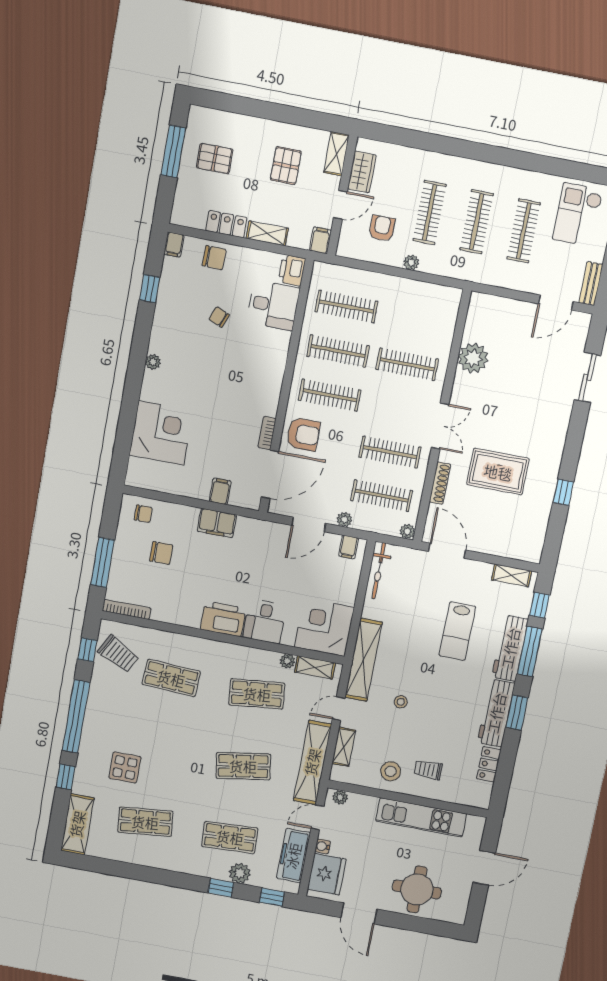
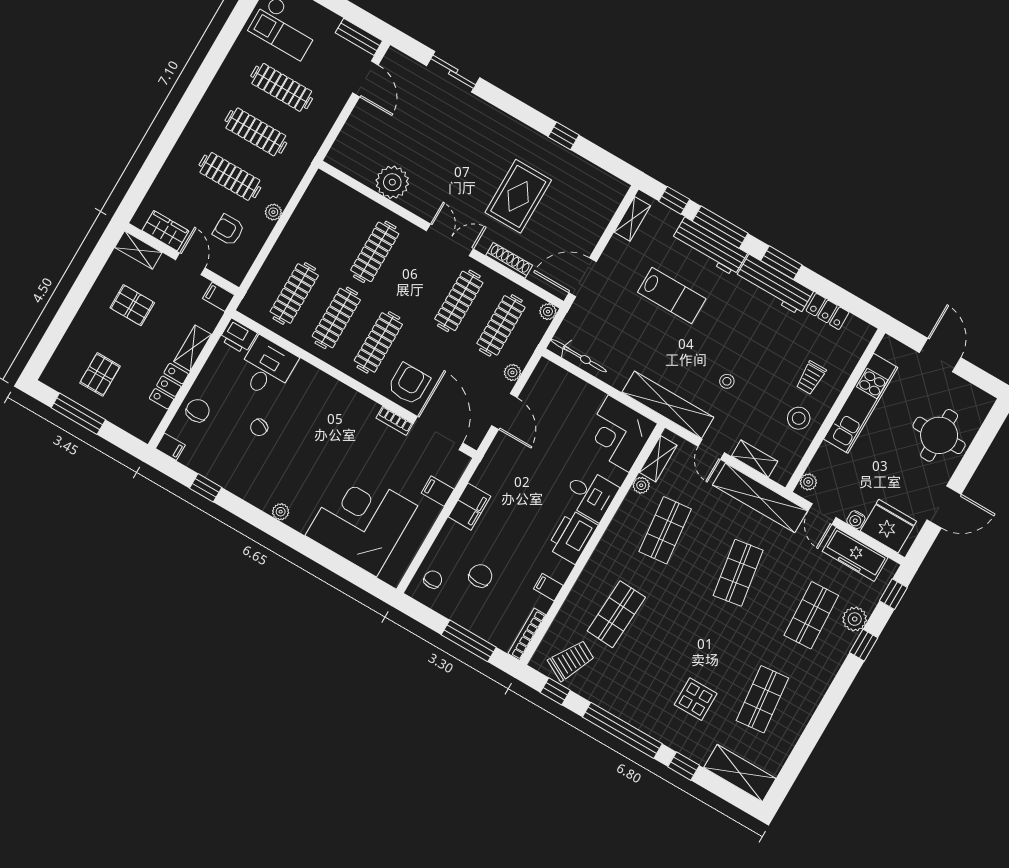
corner desk: (161, 433) -> (361, 521), width x1.36, depth x1.36
filing cabinet: (349, 547) -> (548, 587), moved, turned 180

